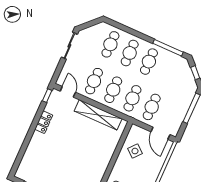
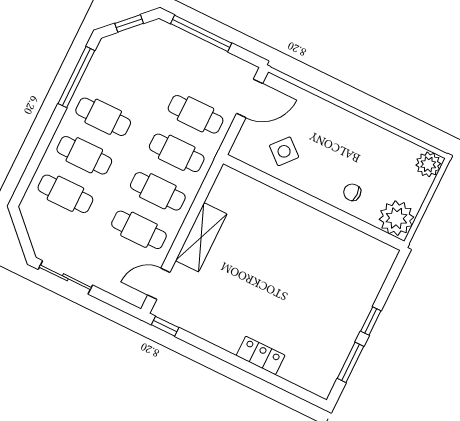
shelving: (98, 115) -> (201, 237), width x0.68
locker: (44, 122) -> (261, 355), moved

